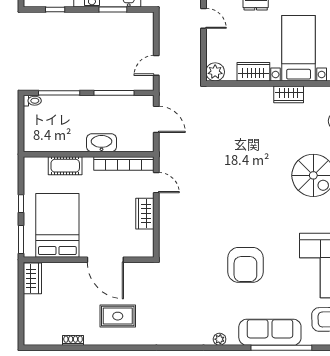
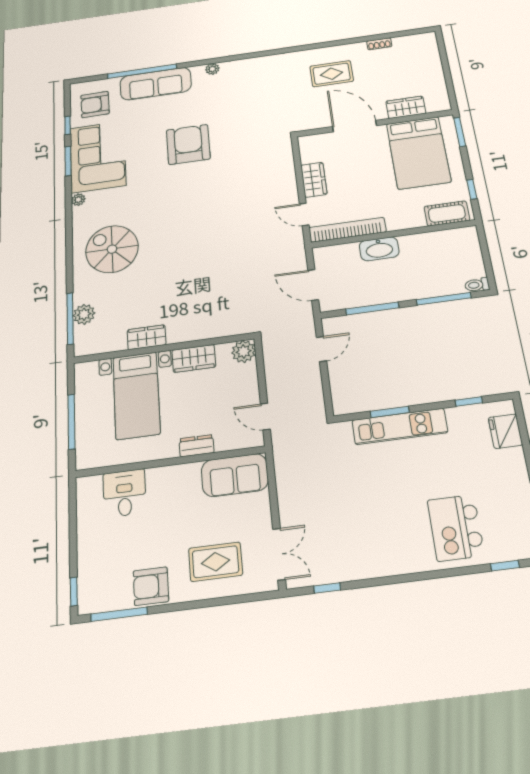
cot: (65, 166) -> (447, 213), moved
window: (21, 204) -> (472, 189), moved
wardrobe: (32, 278) -> (406, 107), moved, turned 90

